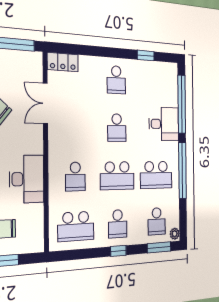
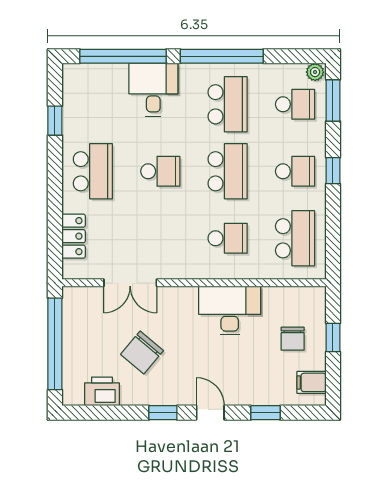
locker: (63, 62) -> (74, 236), moved
school desk: (116, 80) -> (93, 171), width x1.85

